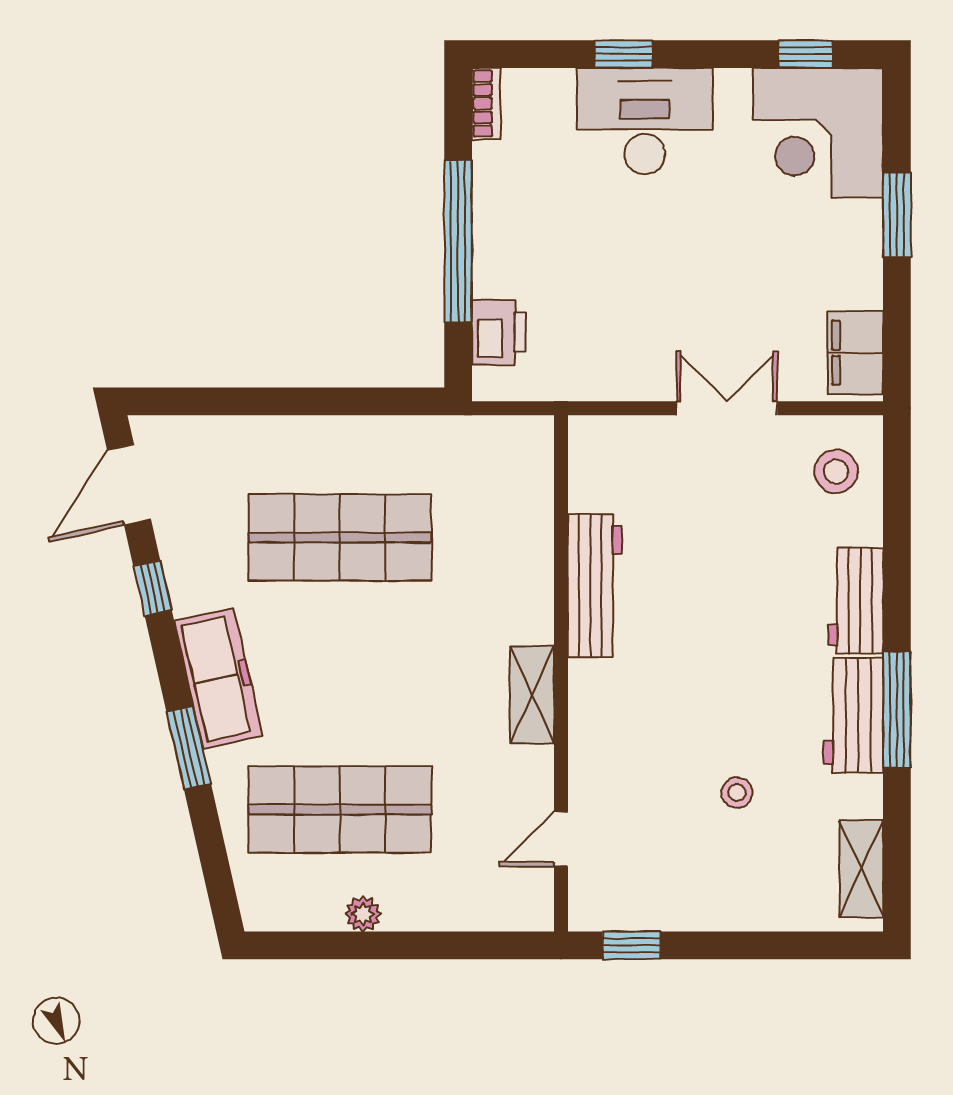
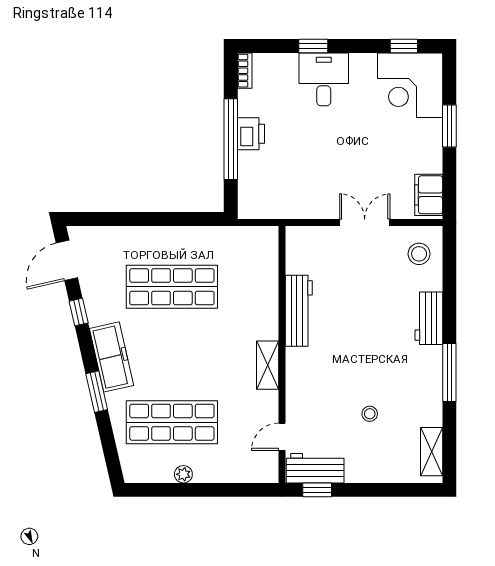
desk: (645, 121) -> (324, 79), width x0.73
printer: (499, 332) -> (251, 134), moved
workbench: (853, 715) -> (315, 468), moved, turned 90

